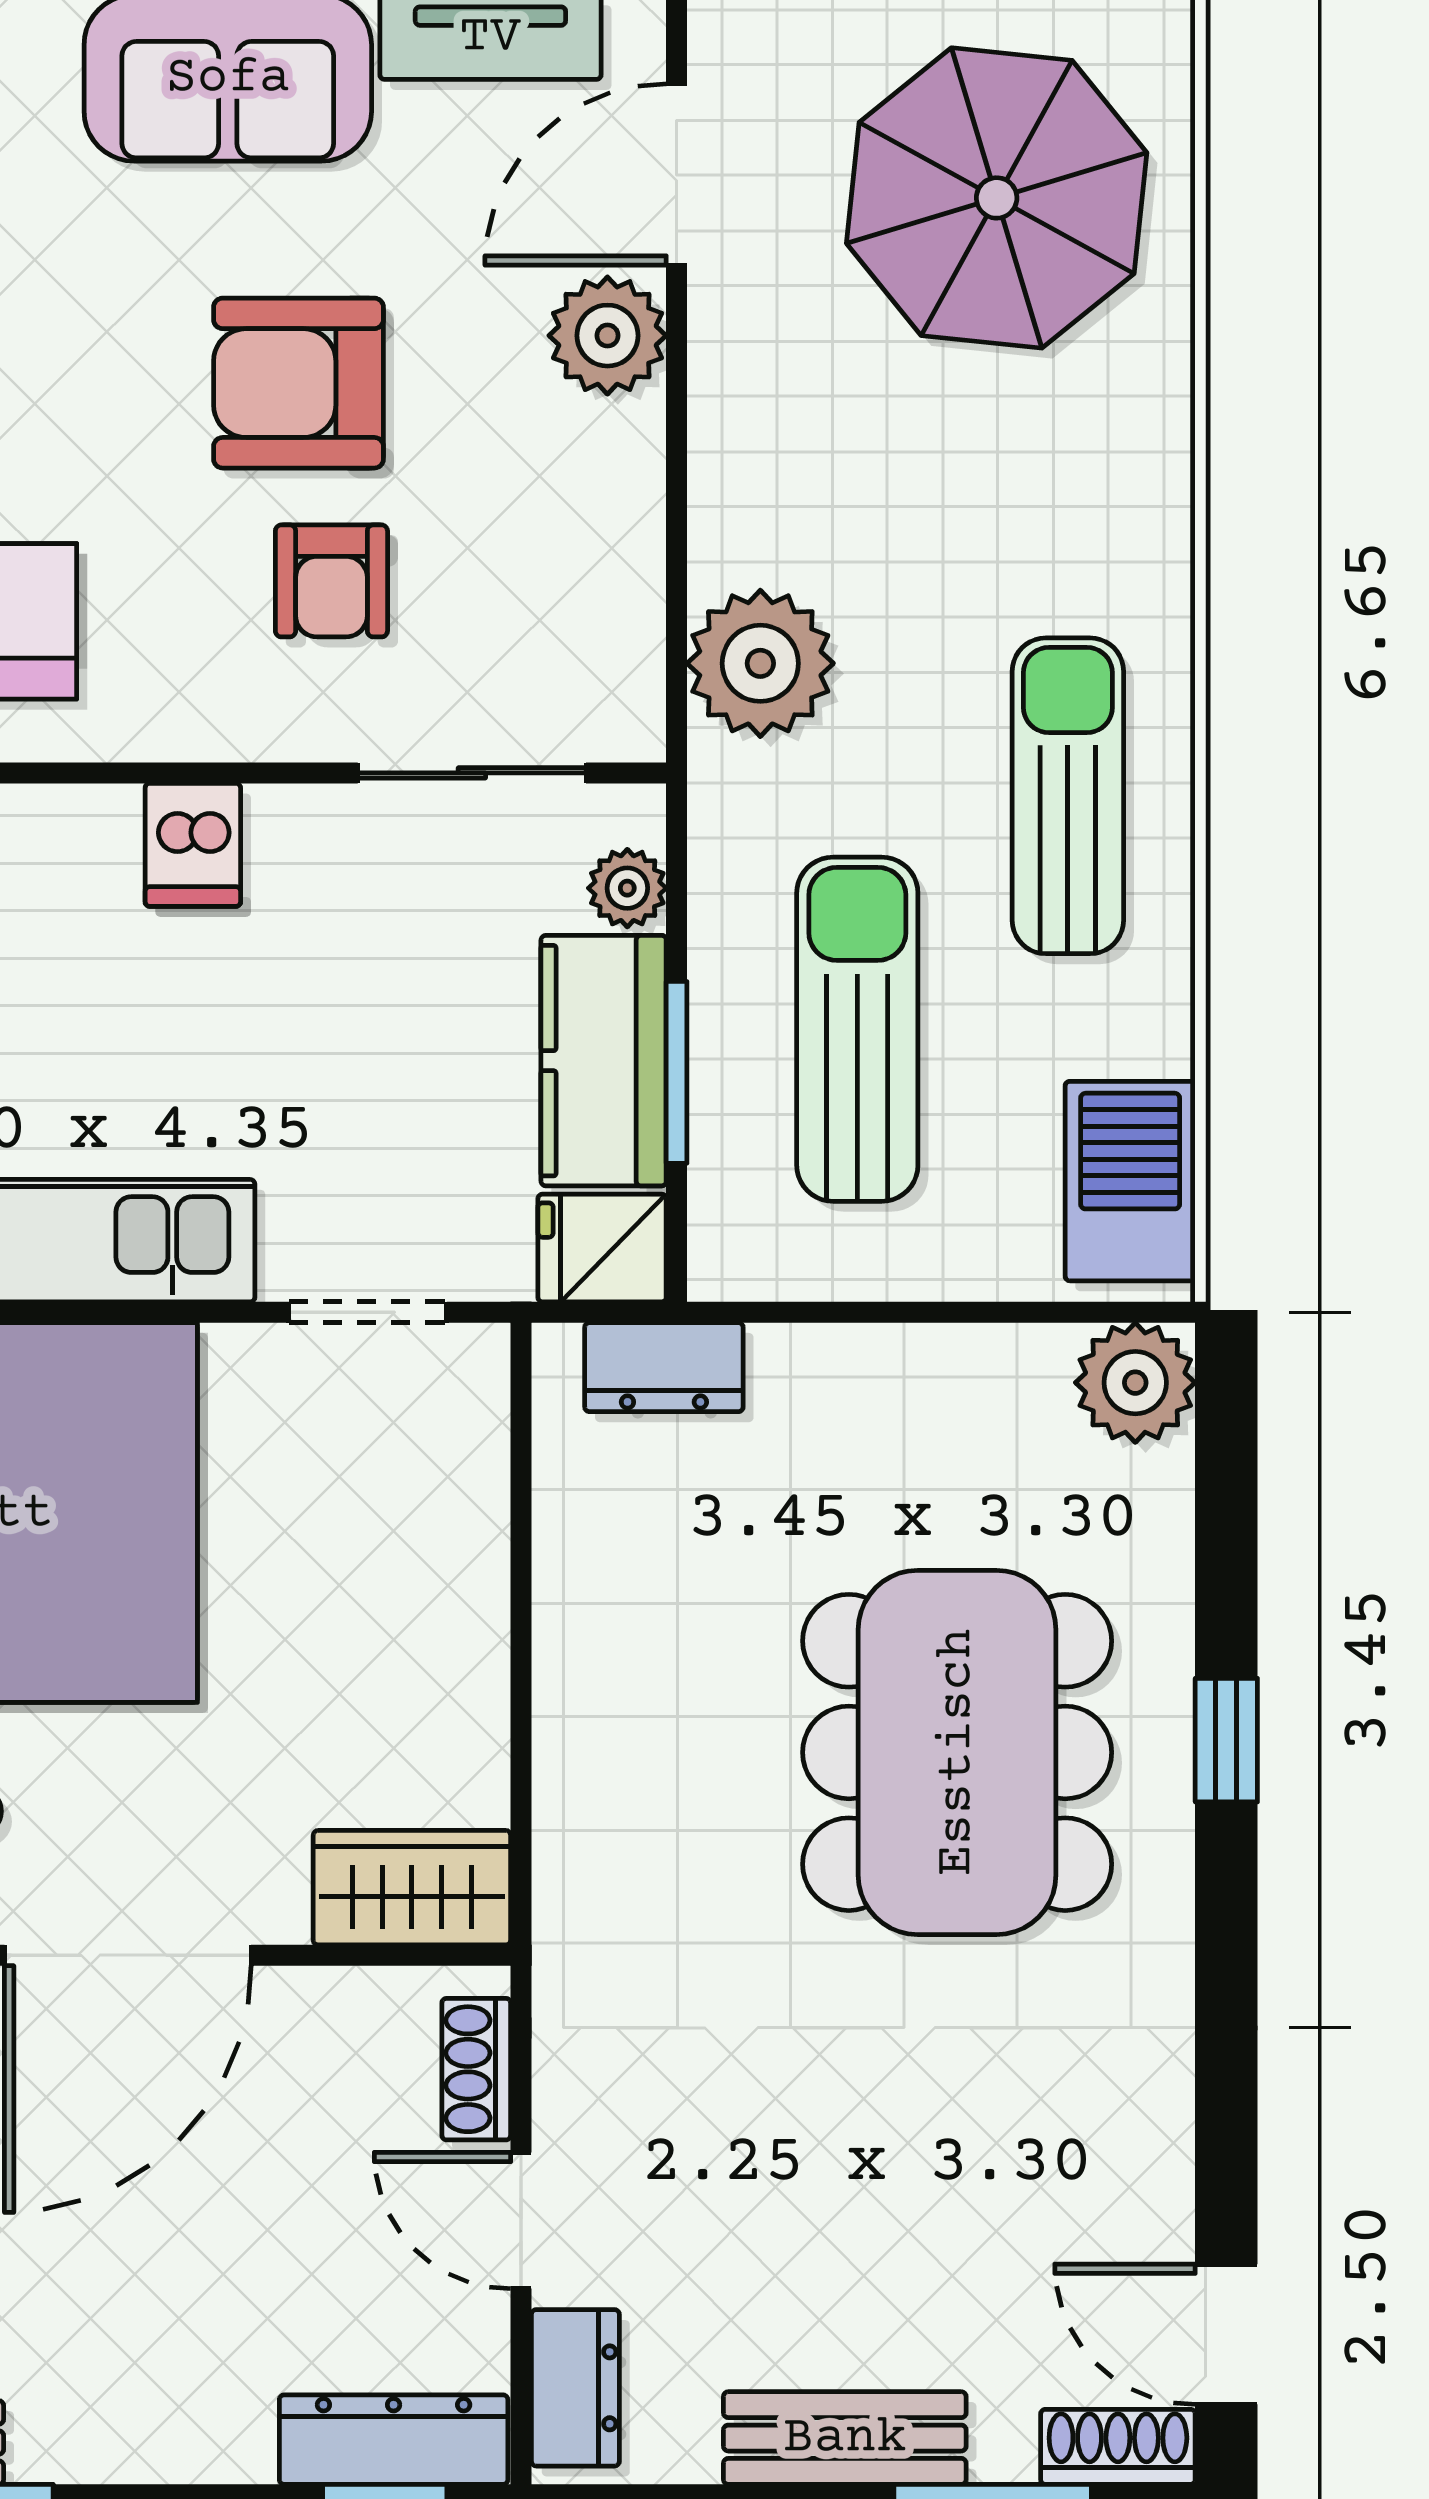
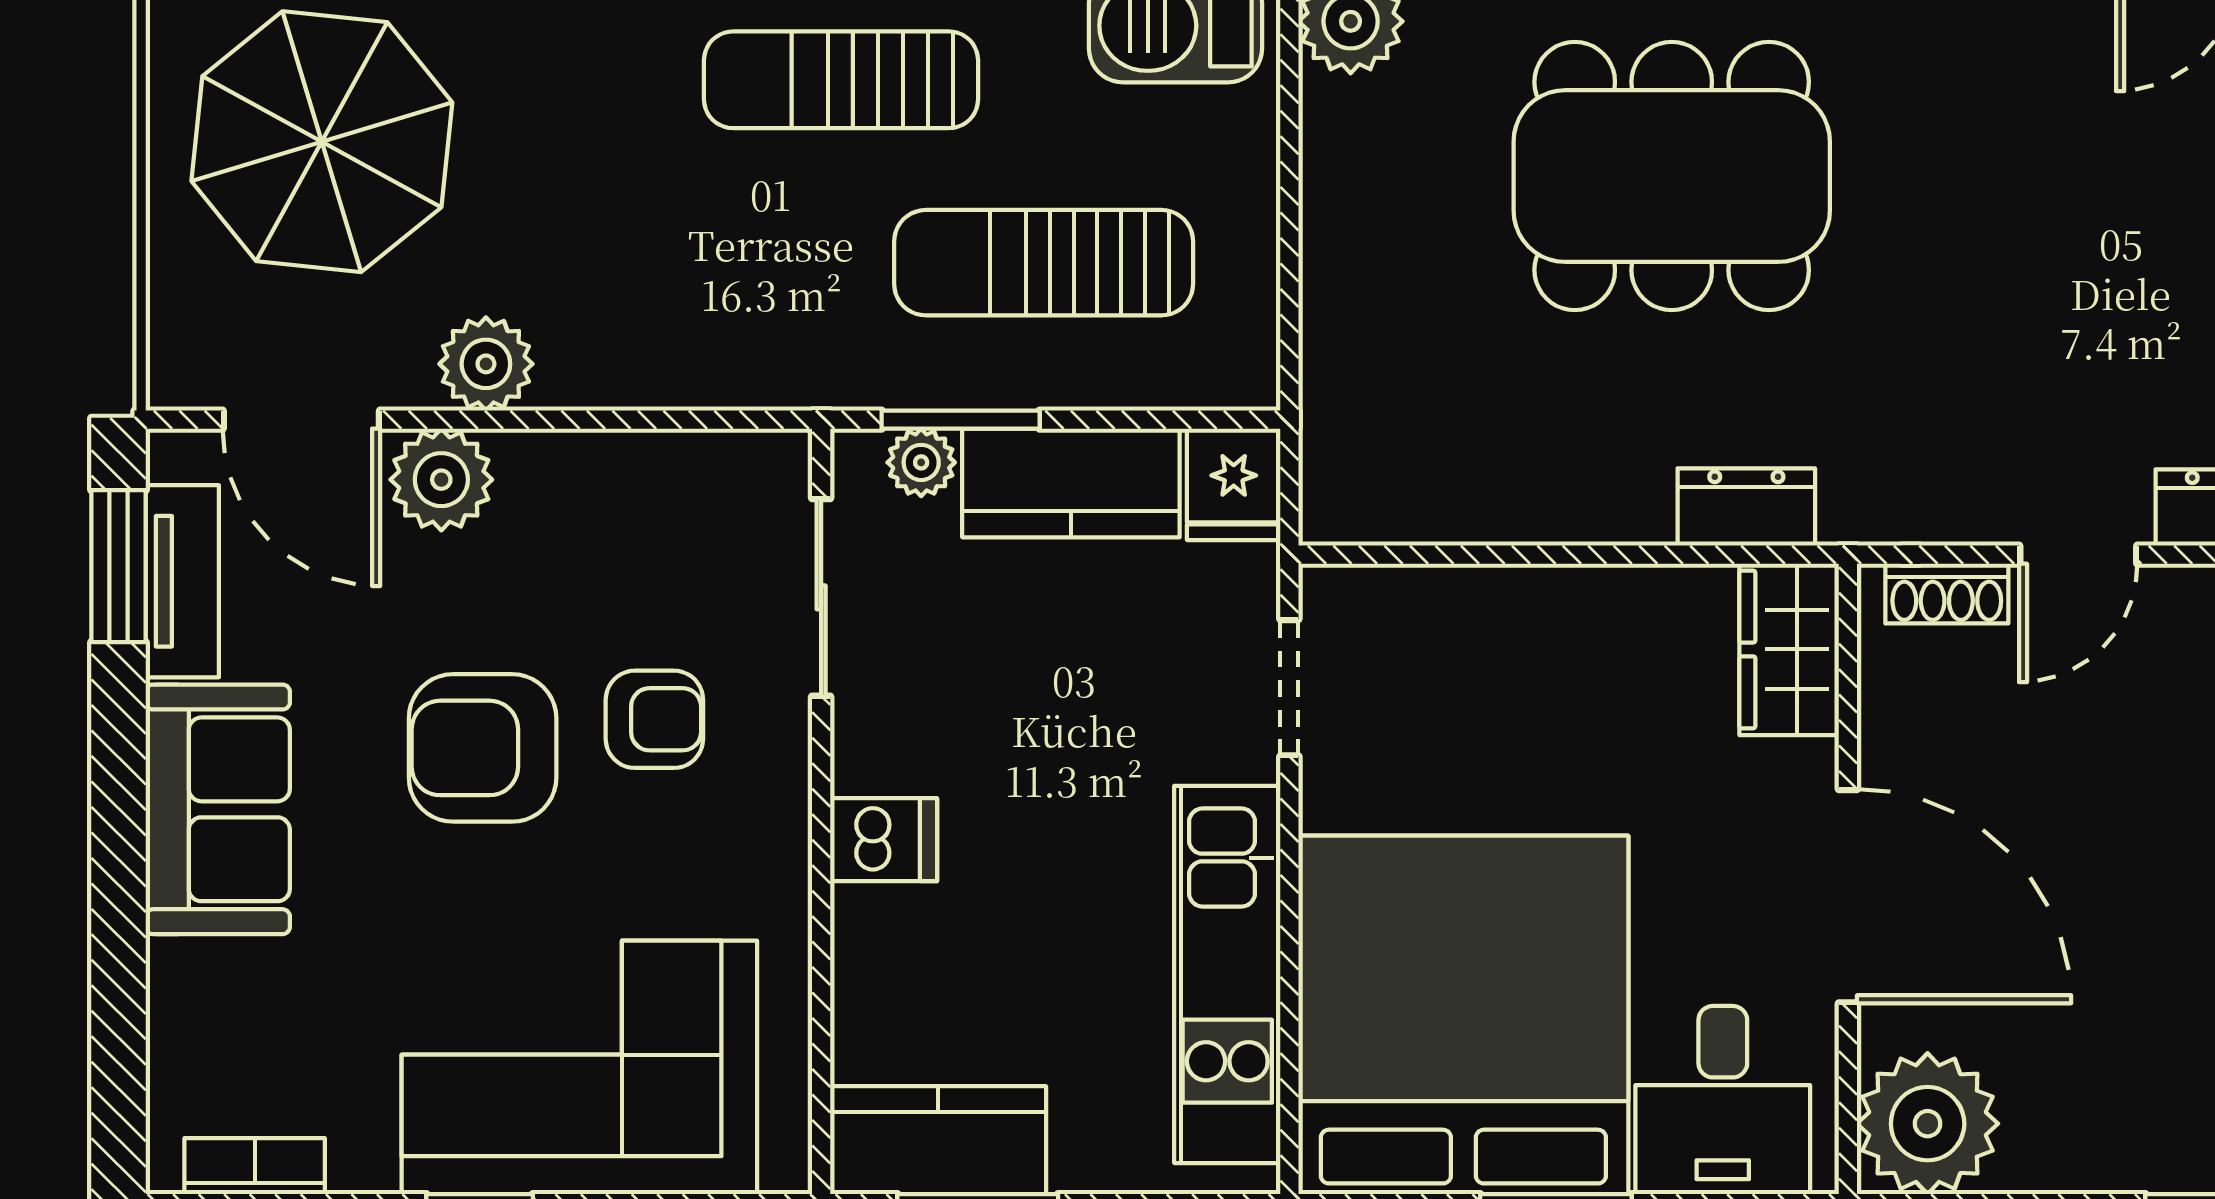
armchair: (298, 383) -> (483, 748), turned 90
plant: (760, 663) -> (486, 364), moved, width x0.73, depth x0.73
window: (677, 1072) -> (961, 420), moved
dresser: (664, 1367) -> (1746, 507), moved, turned -90

